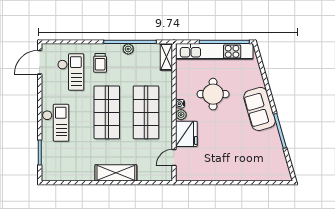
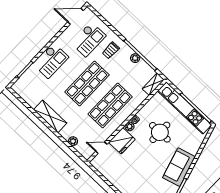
shelving: (116, 173) -> (50, 116), moved
plant: (143, 176) -> (73, 141), added

